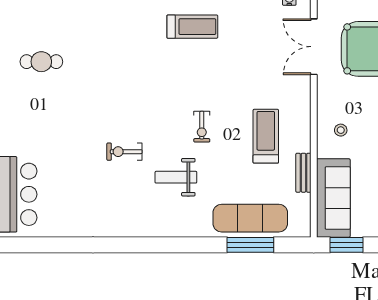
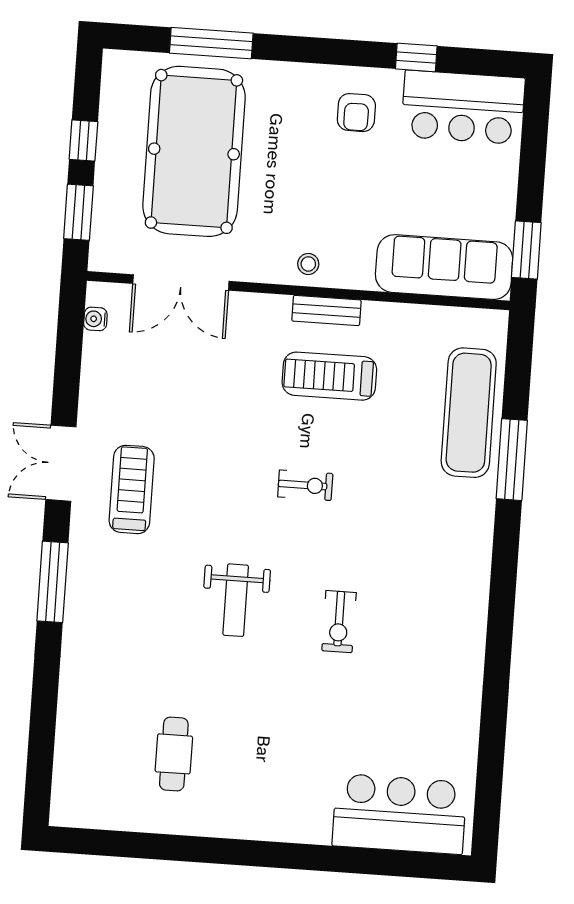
stool: (341, 130) -> (308, 264), moved
bench: (303, 173) -> (326, 311), moved
weight bench: (176, 177) -> (236, 600), moved
window: (250, 245) -> (512, 460), moved

